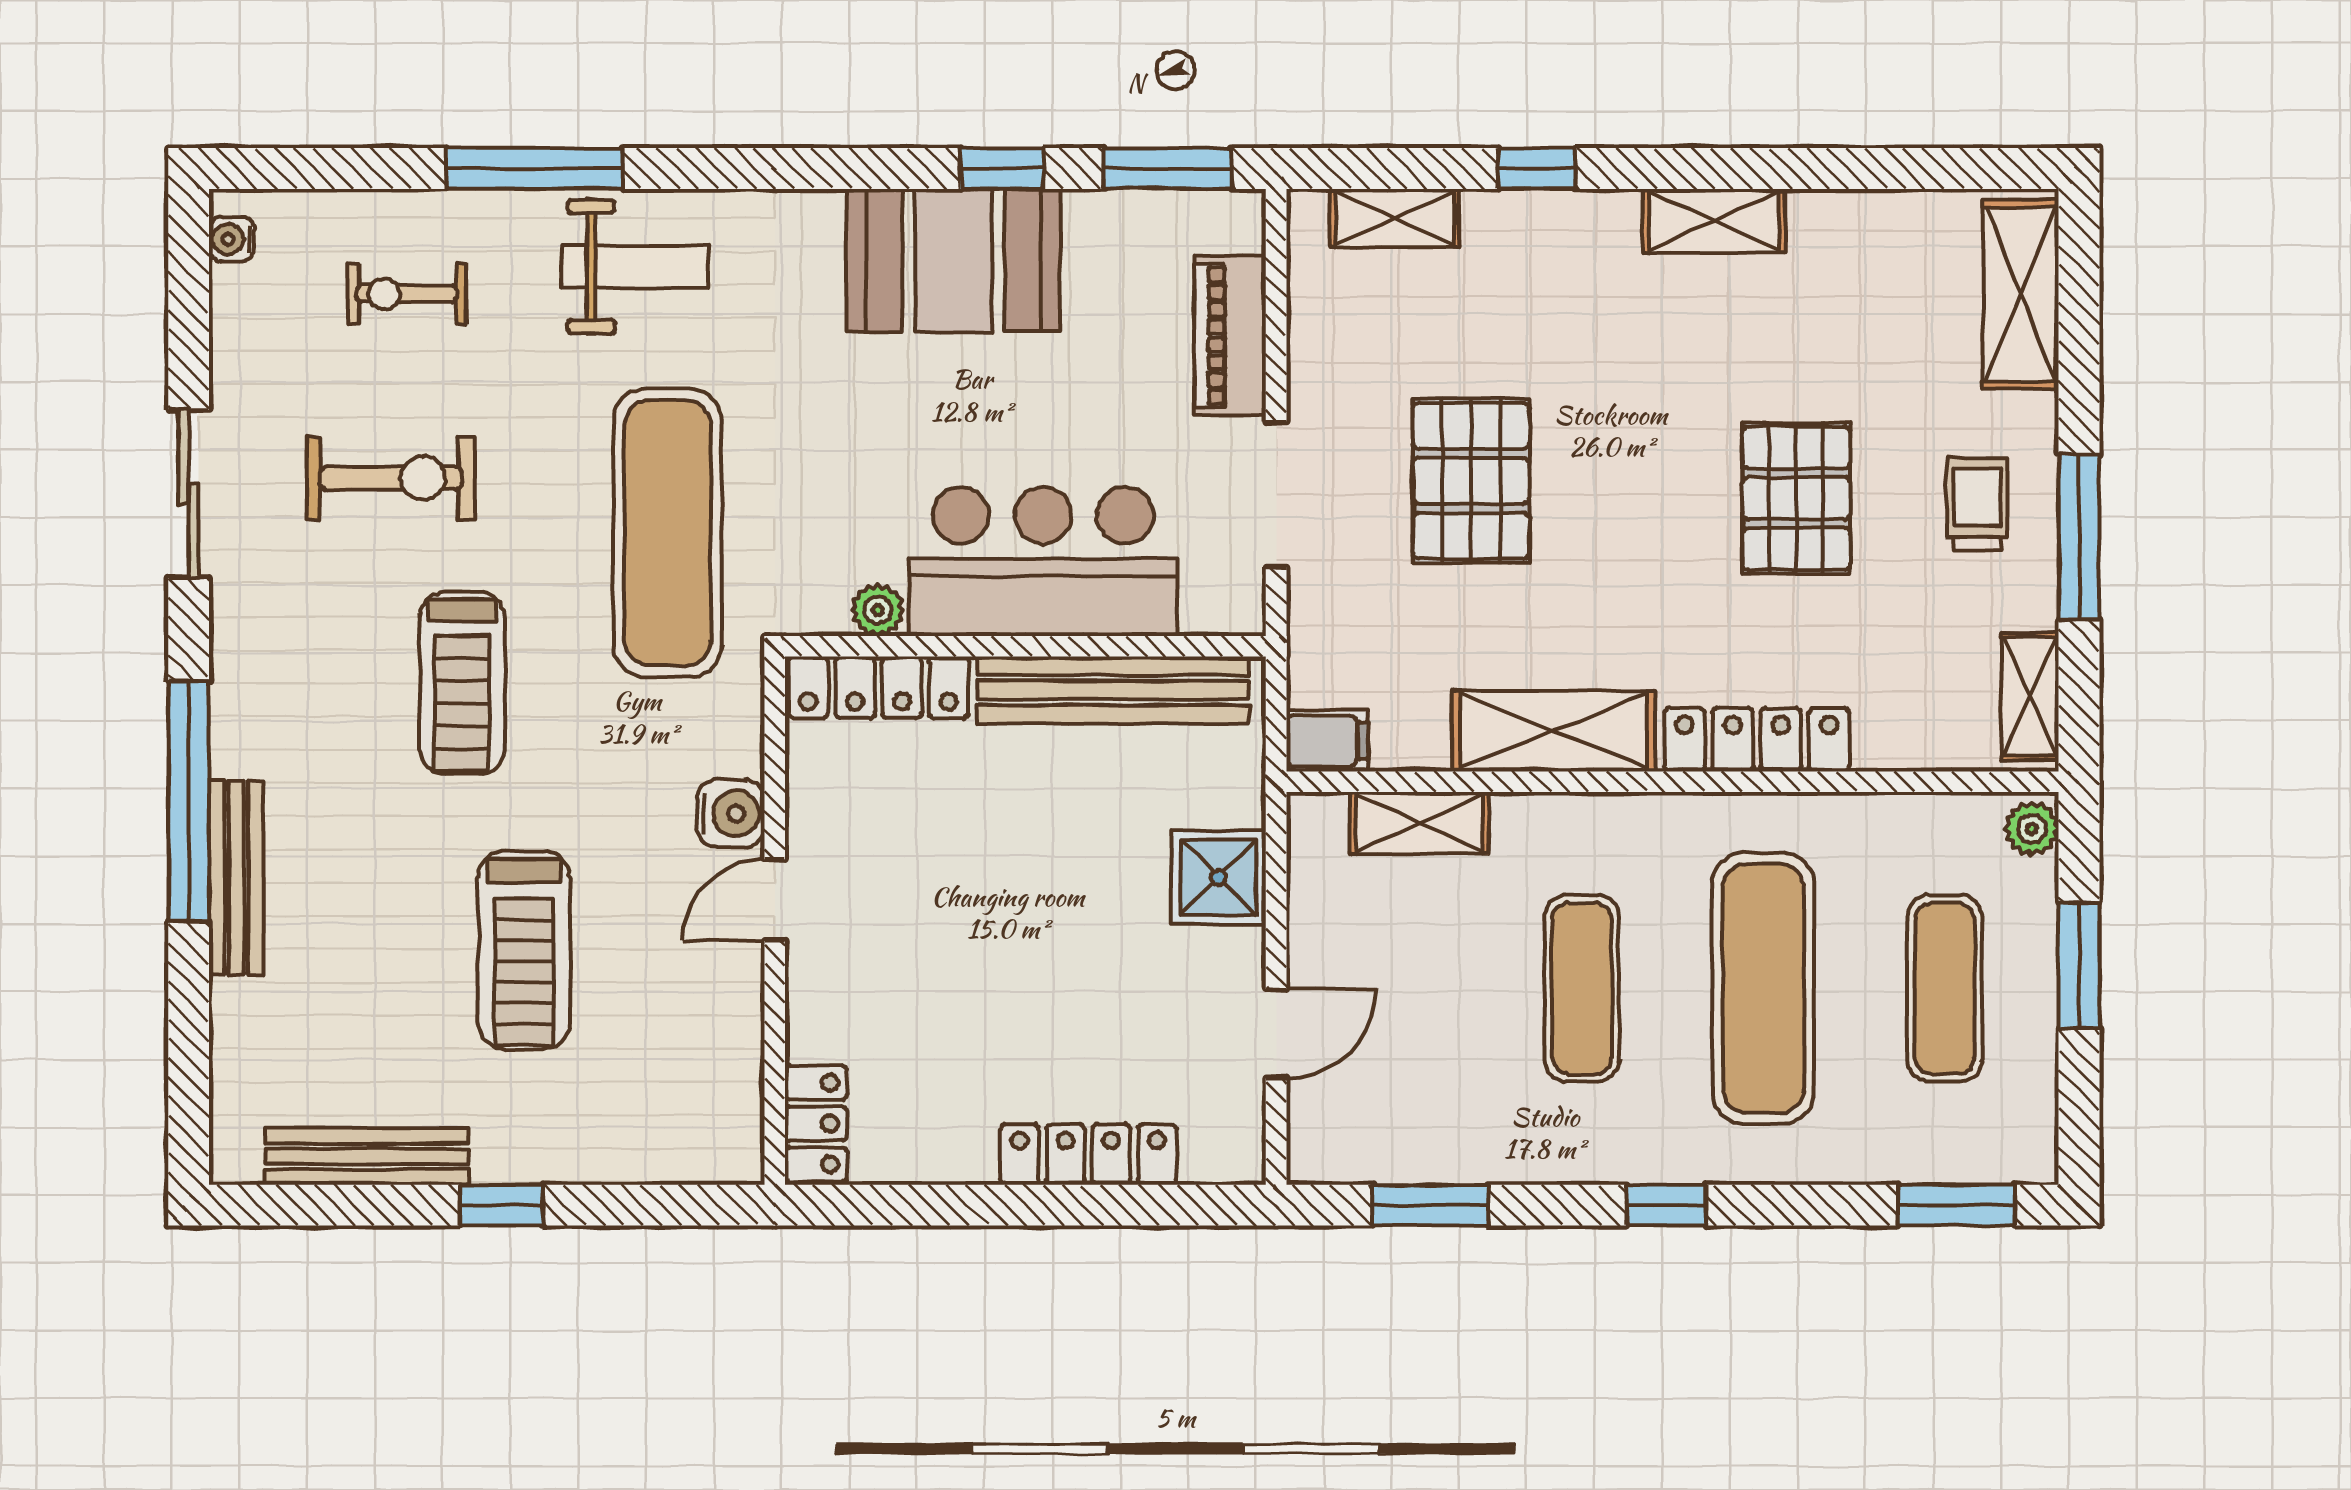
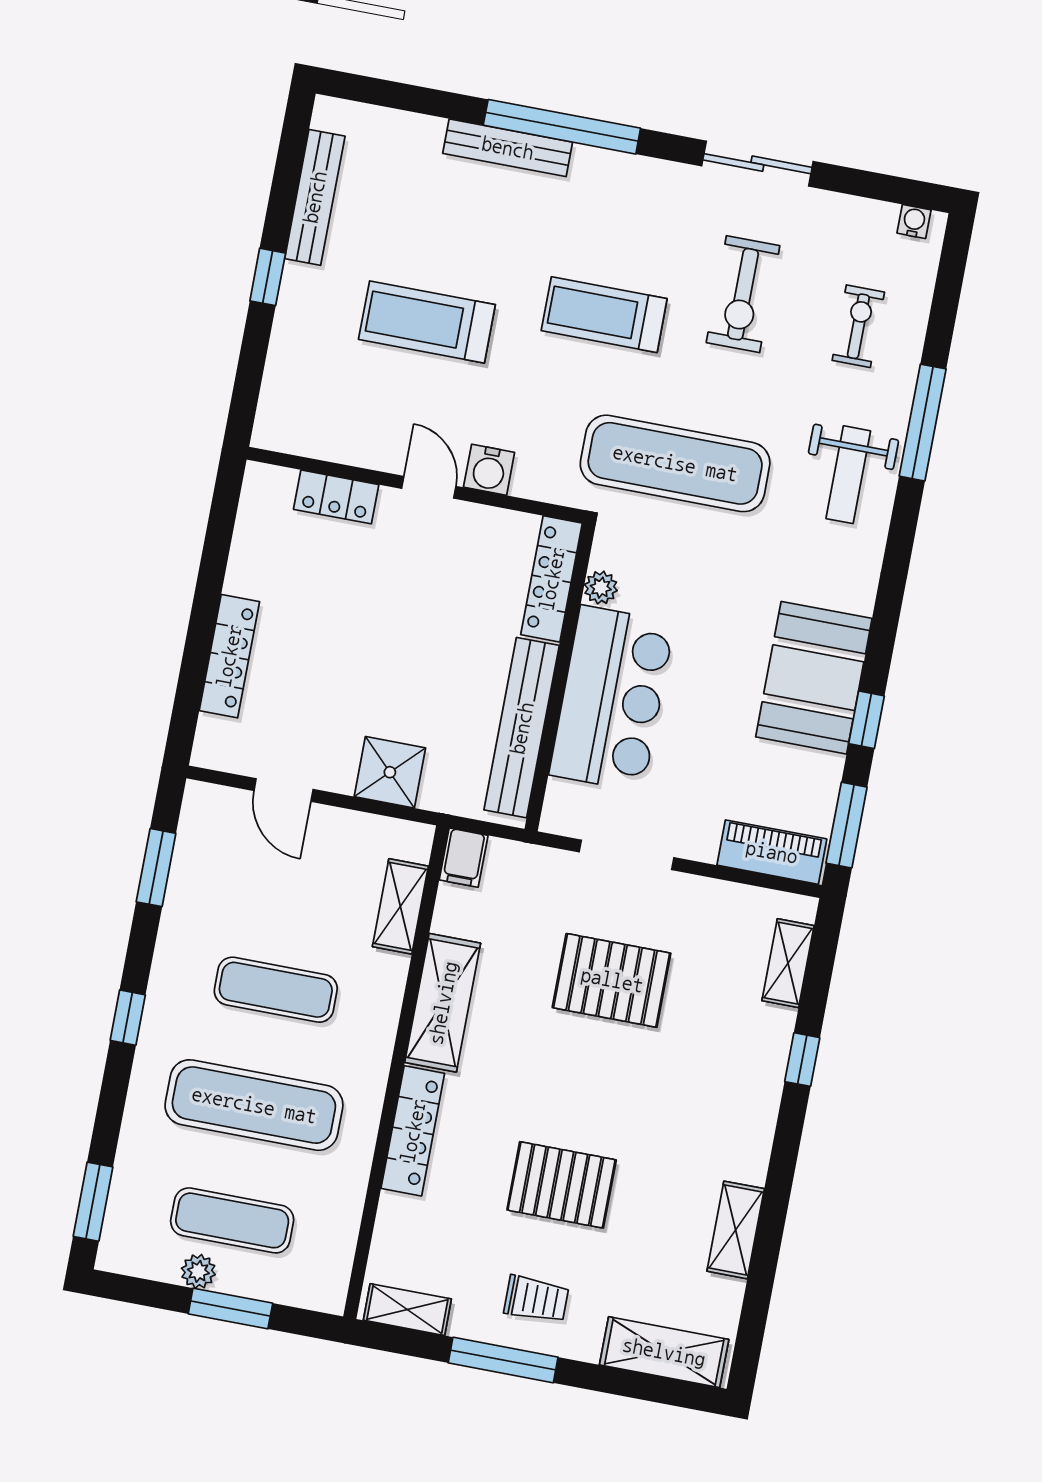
shelving: (1714, 221) -> (736, 1230), moved
piano: (1230, 336) -> (772, 852), moved
plant: (2032, 829) -> (198, 1271), moved
locker: (816, 1124) -> (336, 497), moved

